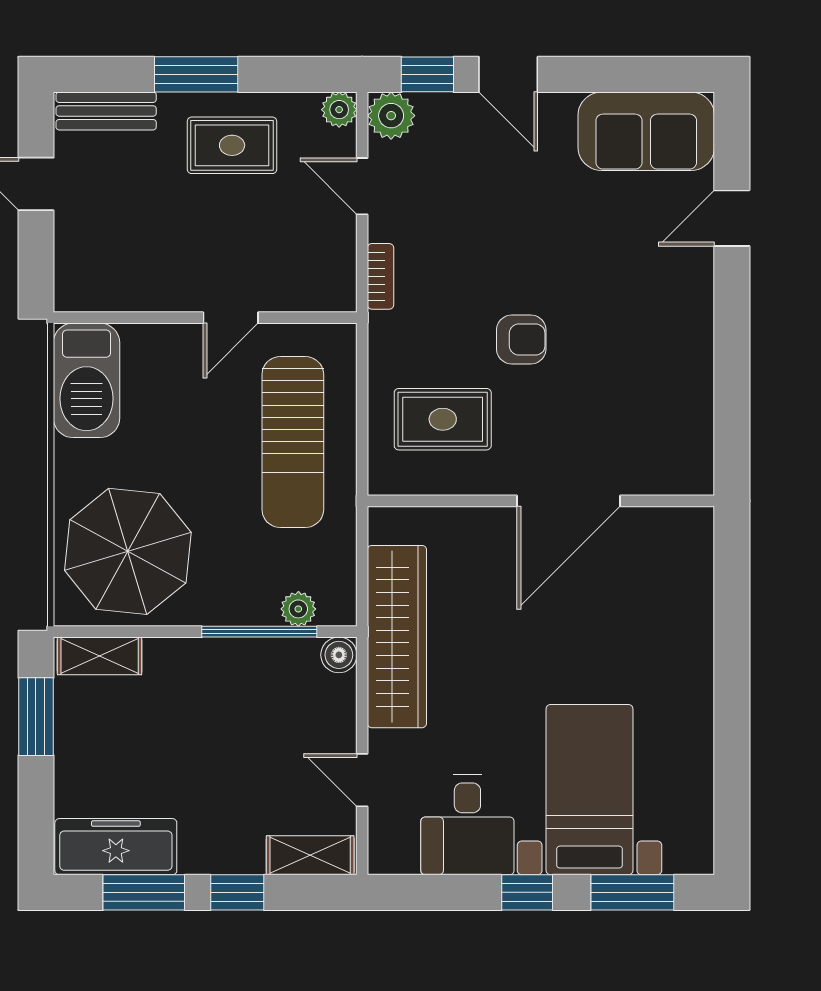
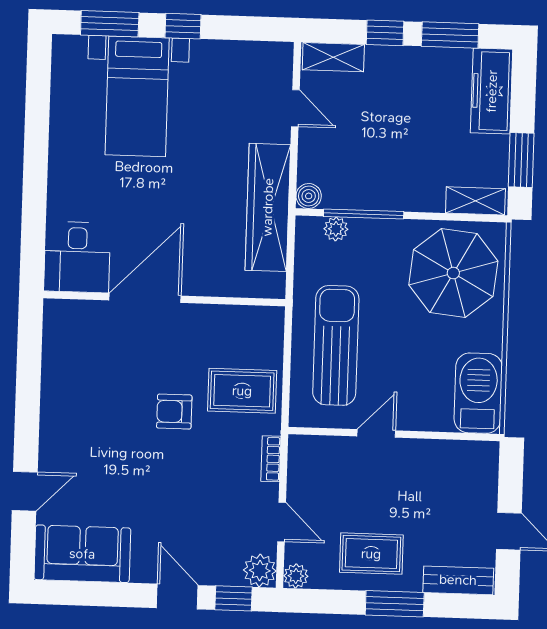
rug: (443, 419) -> (242, 391), moved
desk: (467, 825) -> (77, 257), moved, turned 180
freezer: (116, 847) -> (492, 91), moved, turned 90

